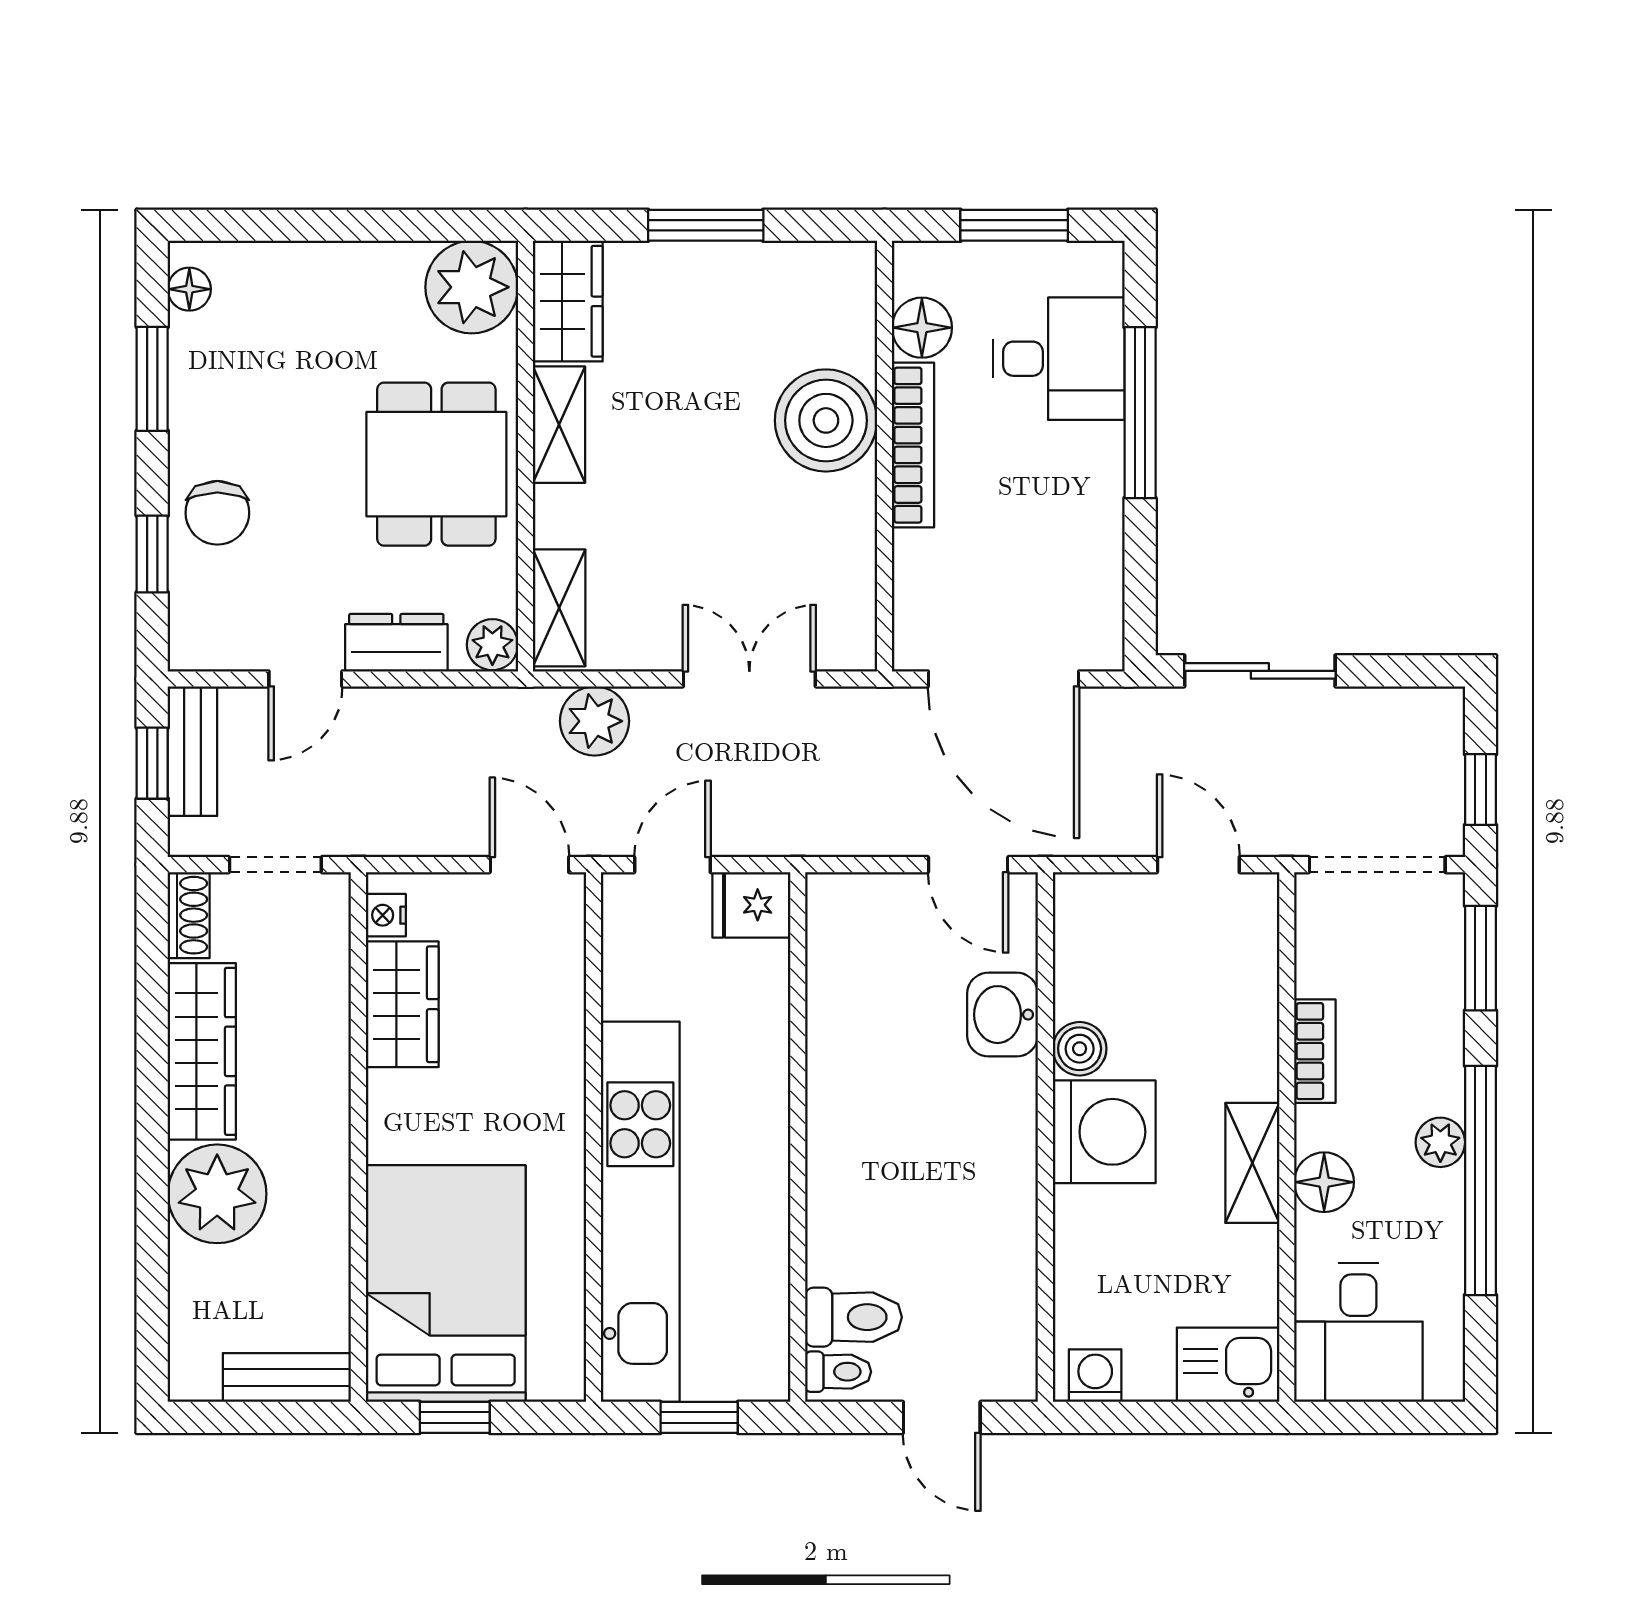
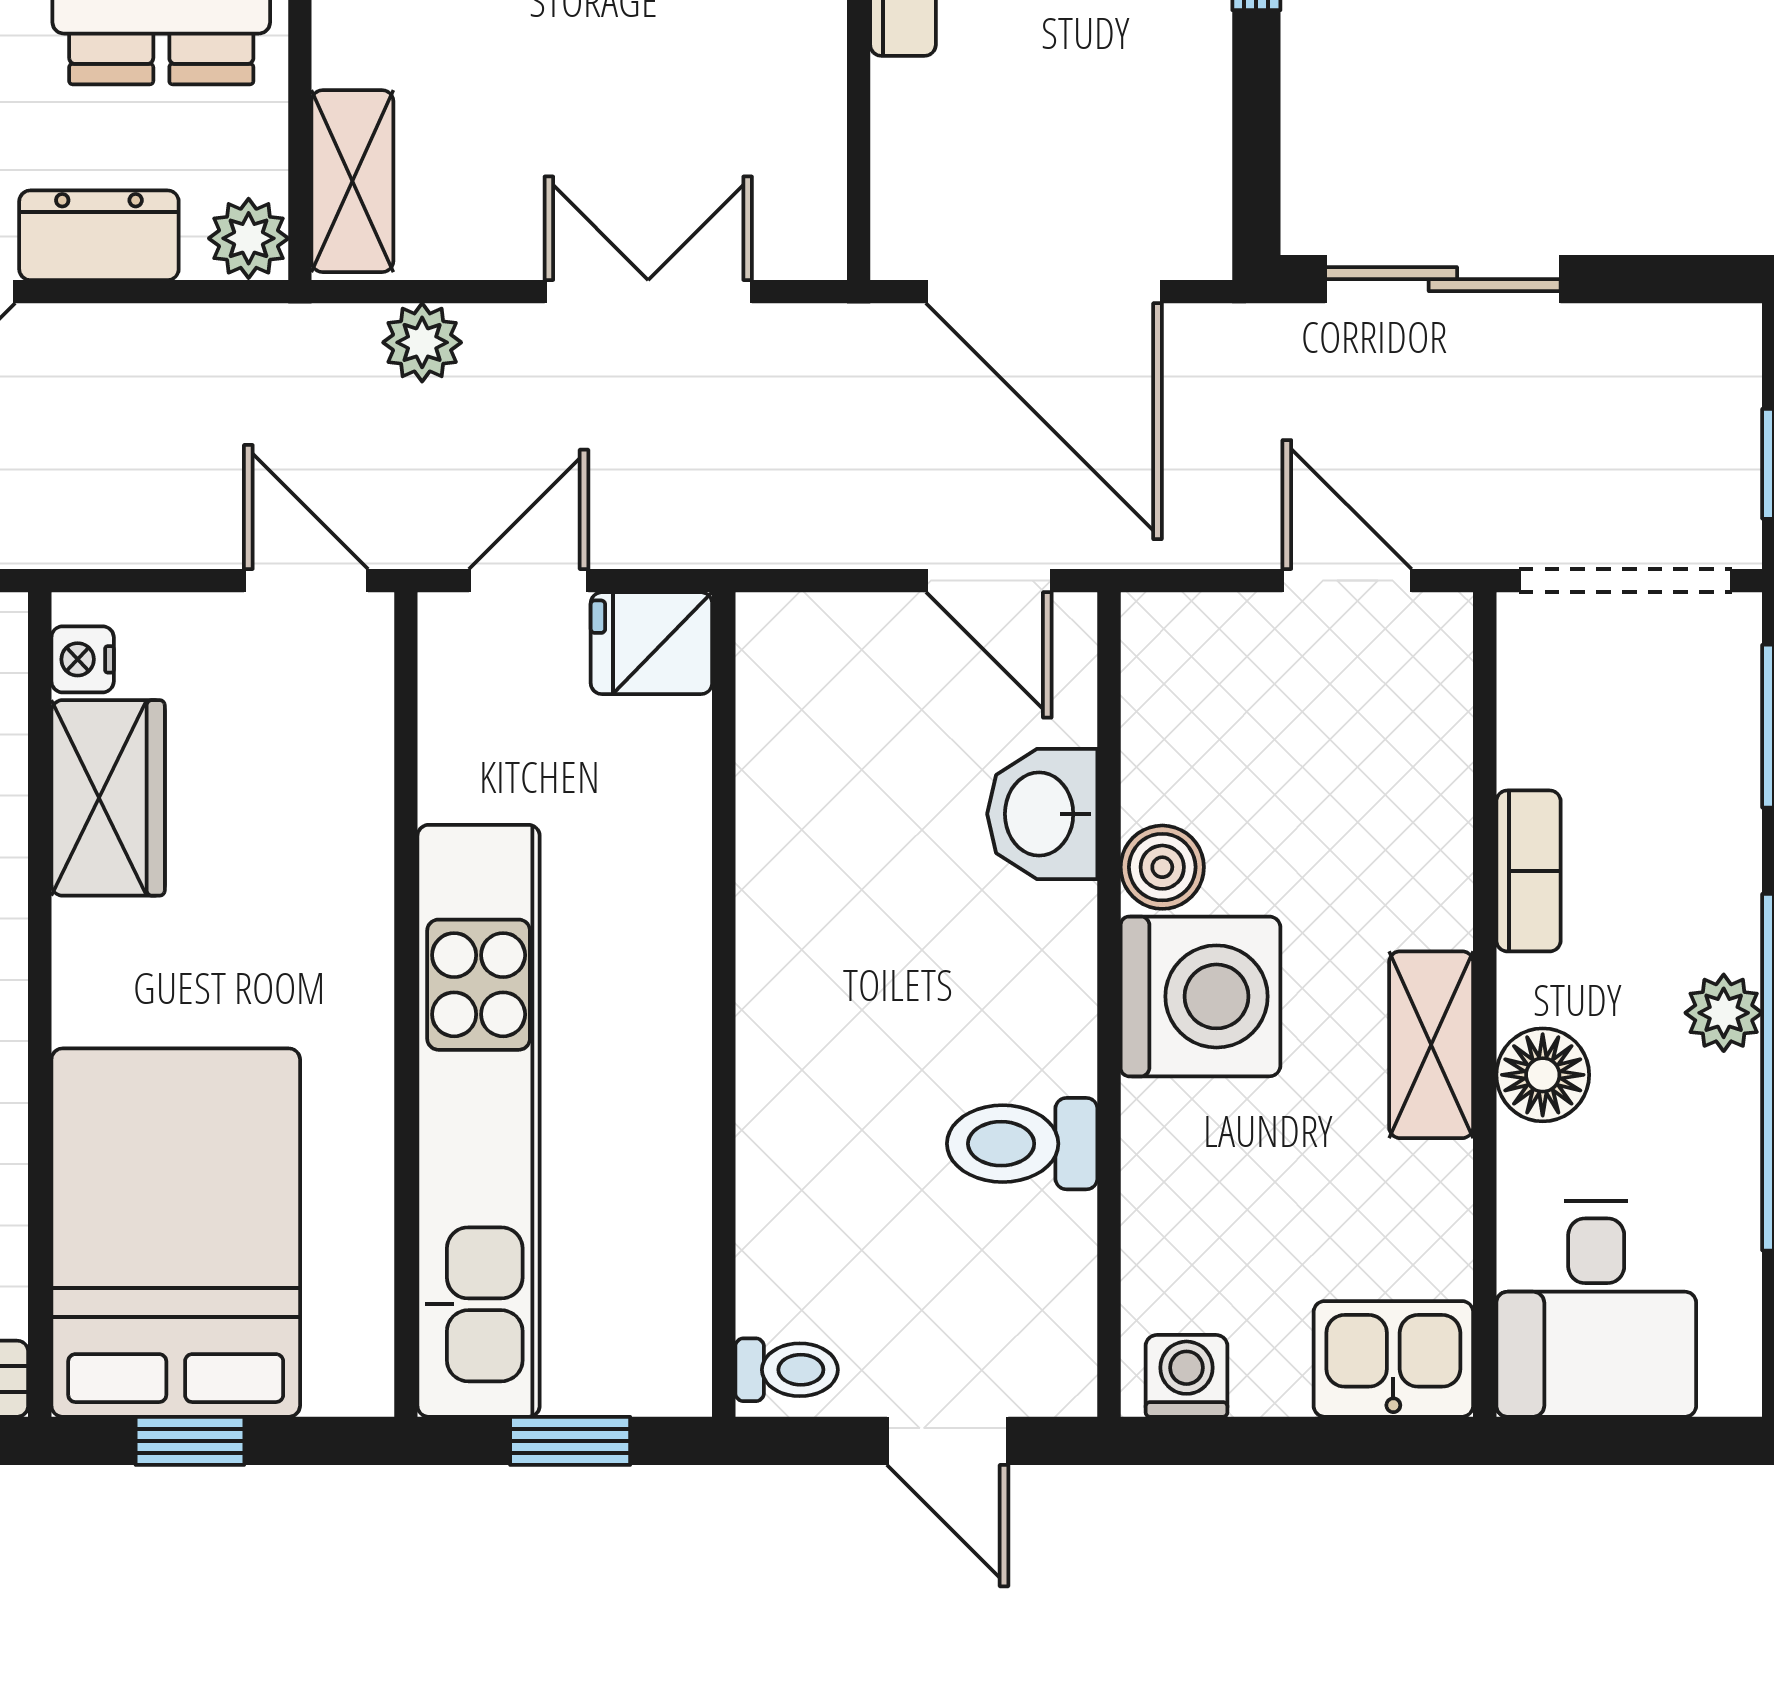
plant: (595, 721) -> (422, 342), width x0.73, depth x0.73
toilet: (854, 1317) -> (1022, 1144), moved, turned 180

